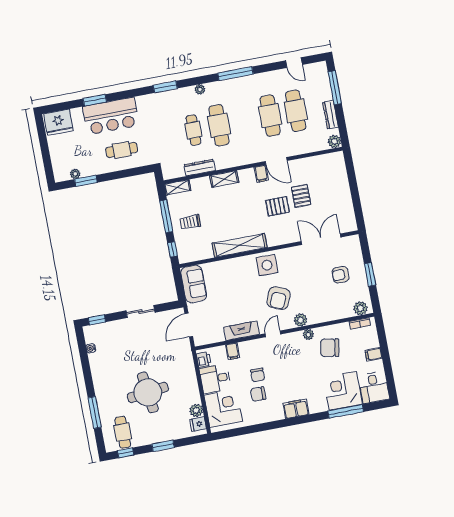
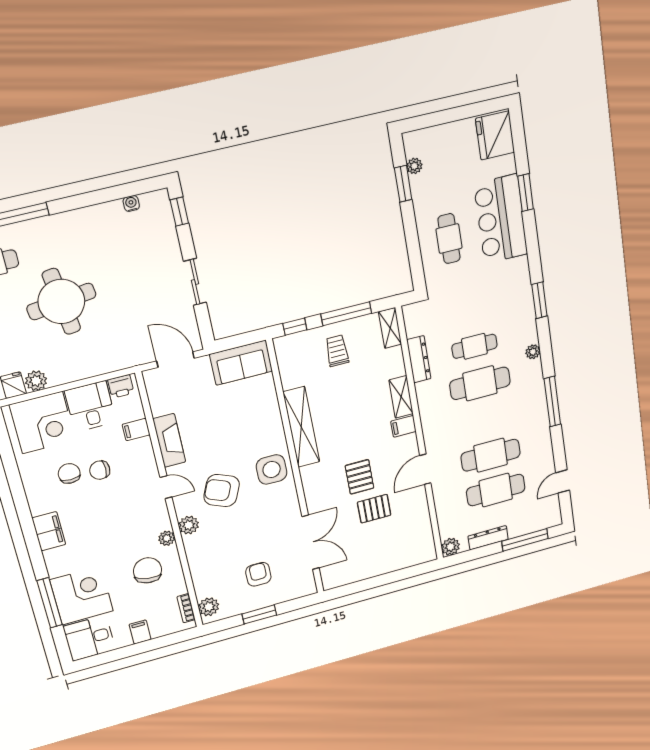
filing cabinet: (261, 174) -> (403, 426), moved

